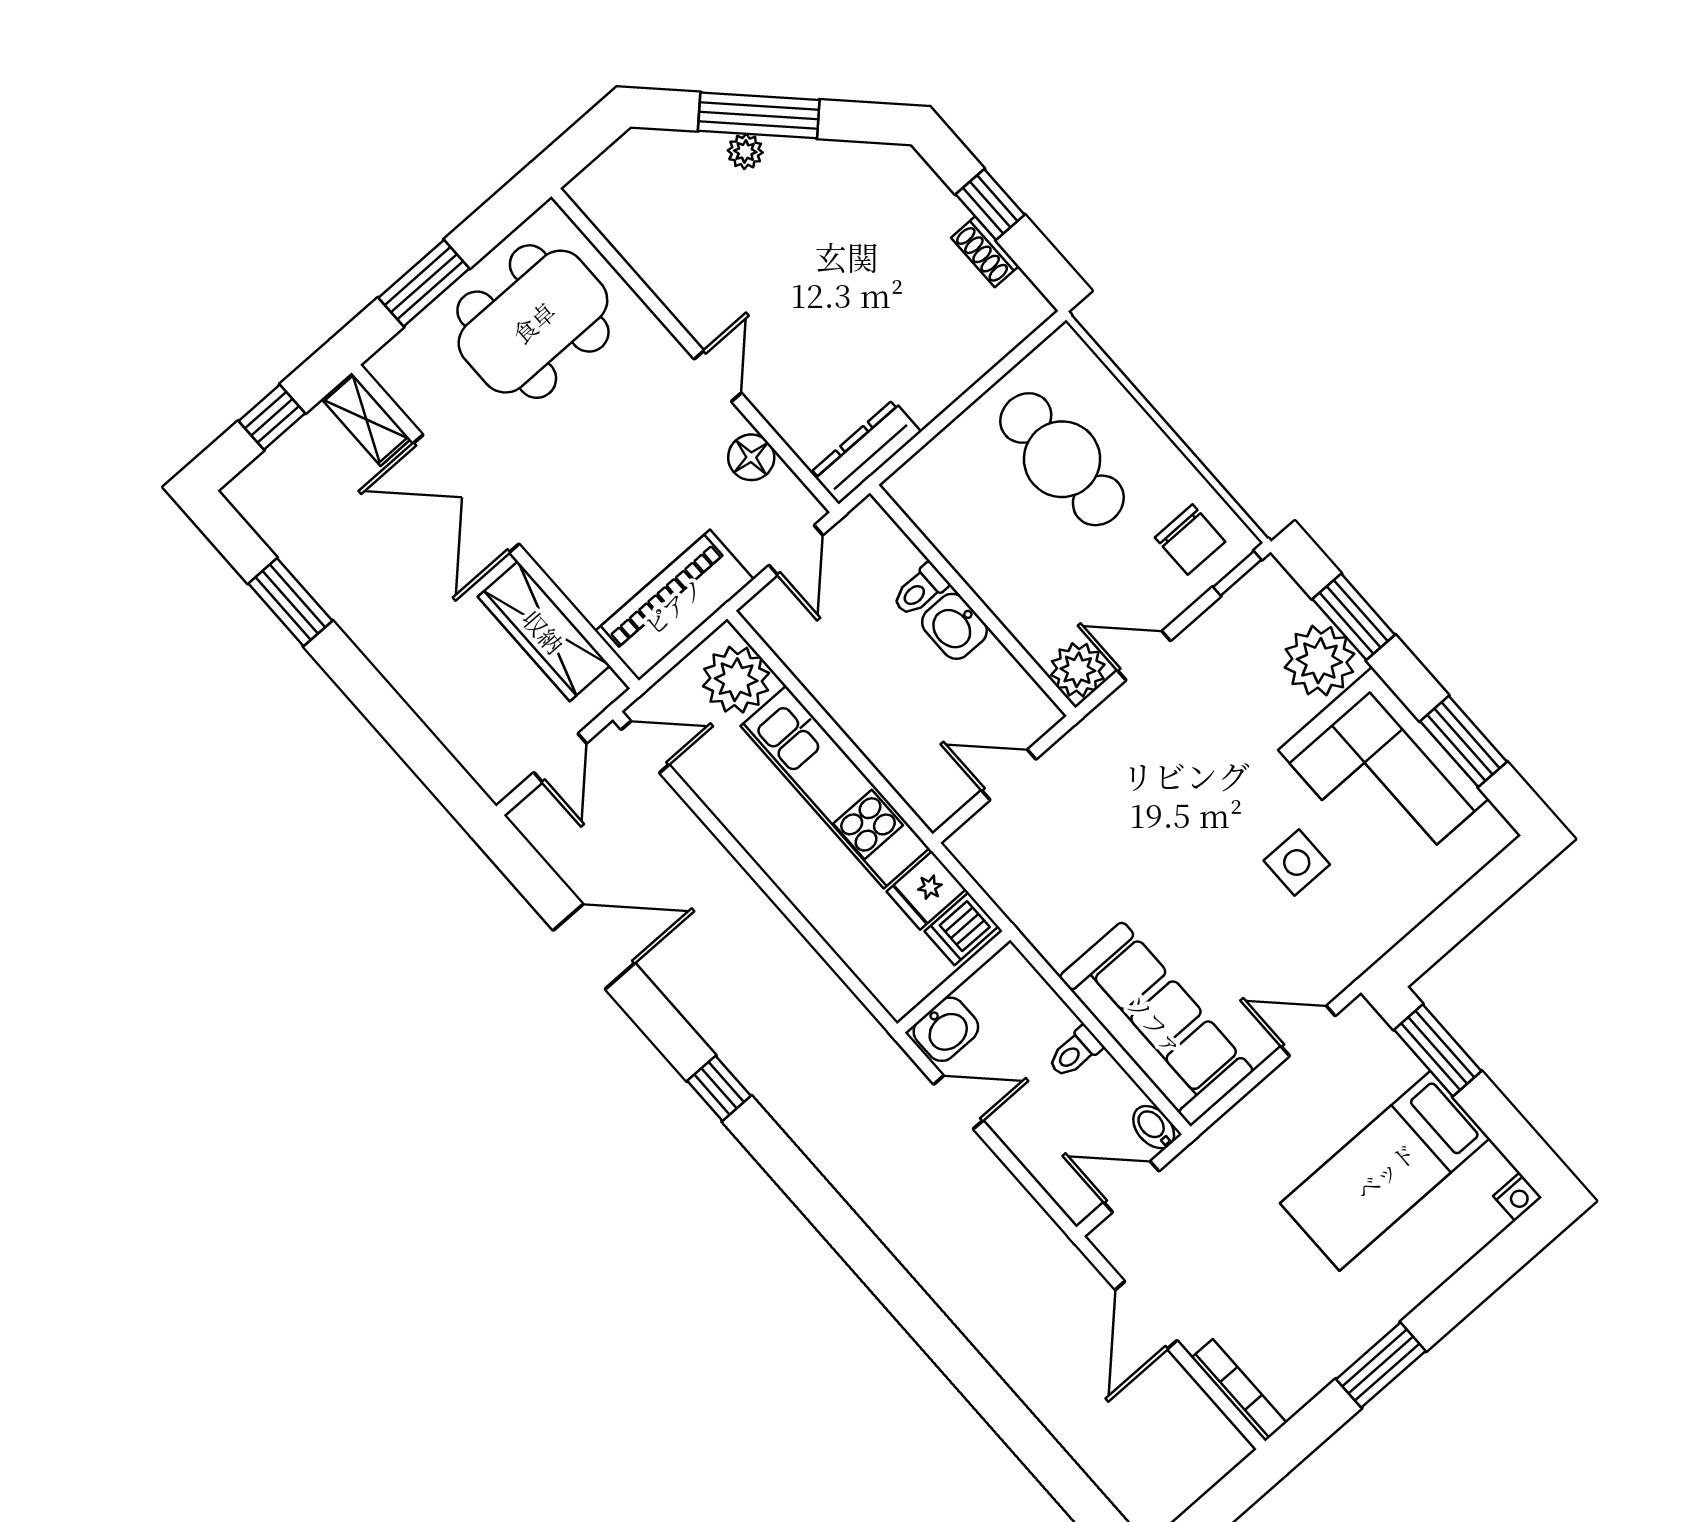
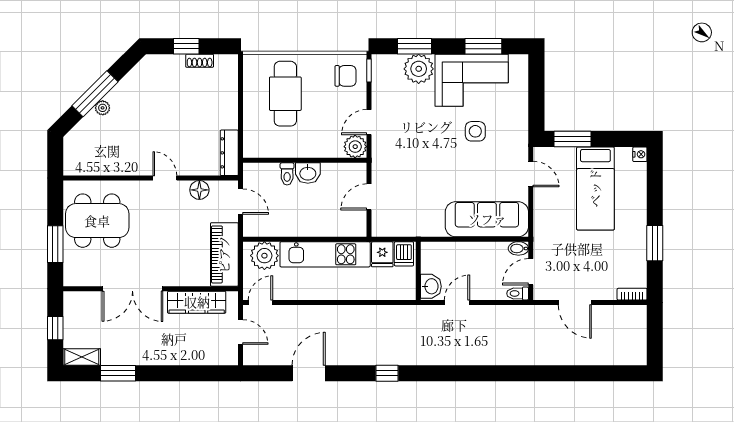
dining table: (533, 322) -> (97, 221), turned 90
shelving: (366, 419) -> (82, 357), moved
cafe table: (1062, 459) -> (285, 94), turned 90
door: (1308, 1031) -> (531, 174), swing flipped
toilet: (1075, 1052) -> (518, 293), moved, turned 90
bookcase: (1239, 1390) -> (632, 294), width x0.64

